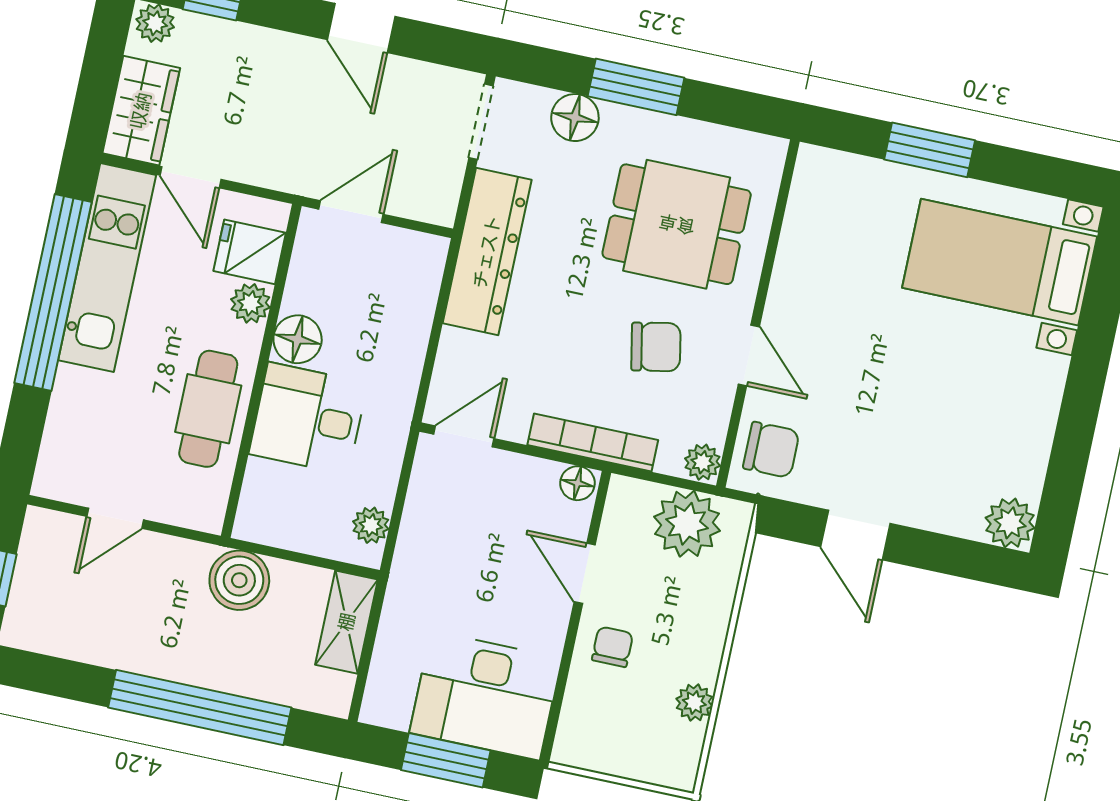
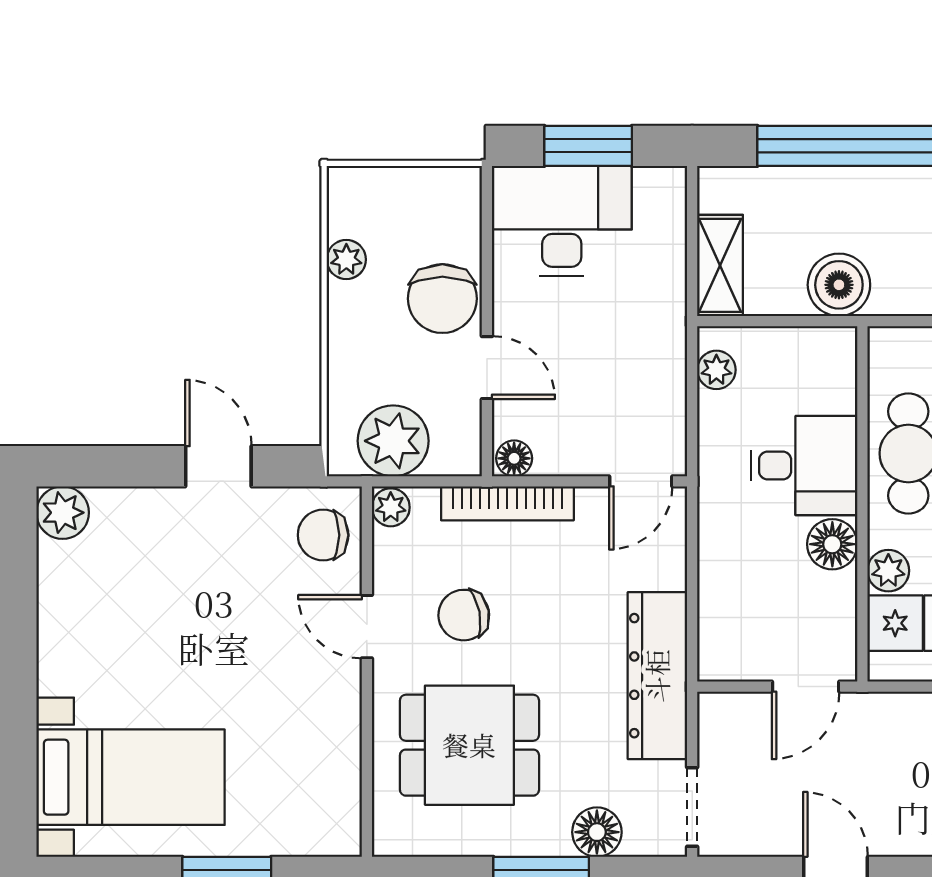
chair: (612, 647) -> (442, 299), width x1.87, depth x1.87

